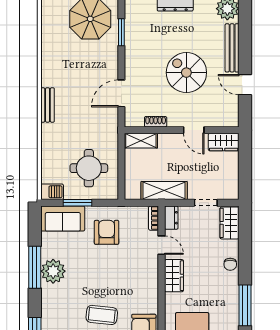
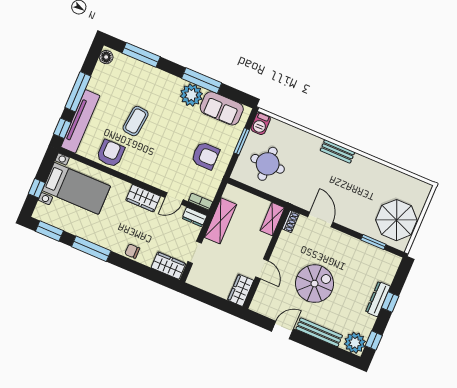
shoe rack: (156, 122) -> (291, 221), moved
door: (194, 130) -> (262, 269), swing flipped
sofa: (63, 218) -> (222, 108), moved, turned -90

